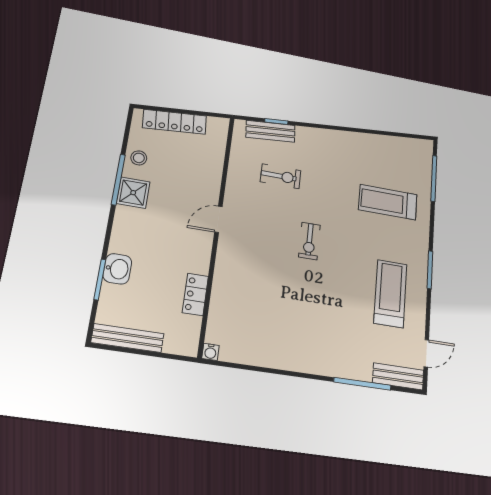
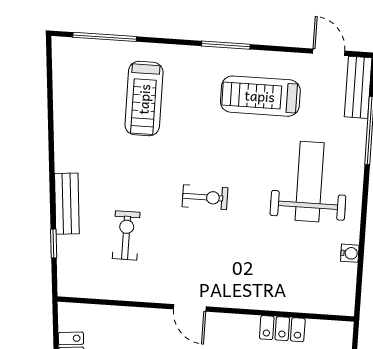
bench: (270, 131) -> (67, 204), moved
weight bench: (320, 329) -> (310, 182), added
water cooler: (210, 352) -> (350, 253), moved

